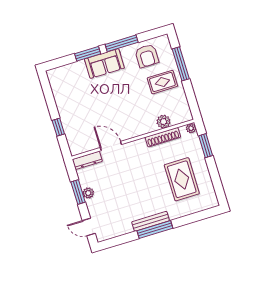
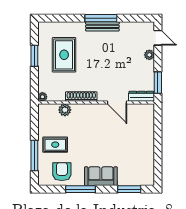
window: (88, 54) -> (129, 189), moved
window: (58, 127) -> (158, 133), removed
shoe rack: (163, 137) -> (81, 96), moved
window: (206, 146) -> (34, 56), moved
window: (78, 192) -> (158, 83), moved
plant: (88, 193) -> (149, 55), moved

